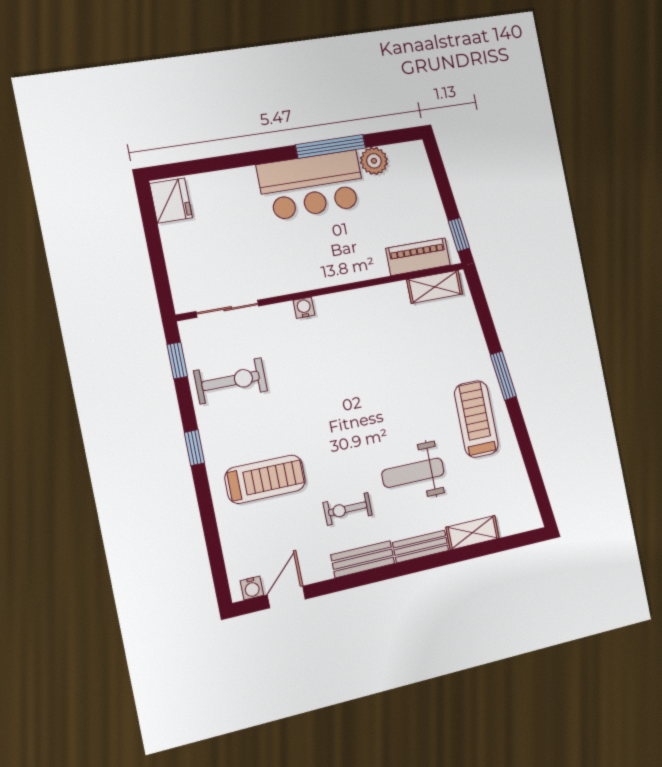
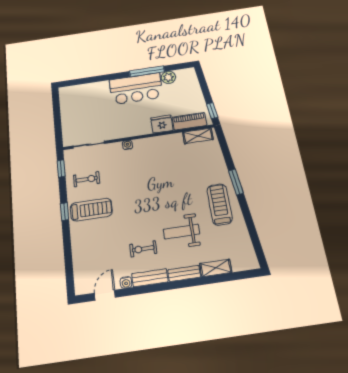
fridge: (171, 201) -> (162, 124), moved, turned -90
exercise bike: (231, 381) -> (87, 179), width x0.73, depth x0.72
treadmill: (265, 479) -> (91, 210), moved
water cooler: (252, 588) -> (126, 282), moved

